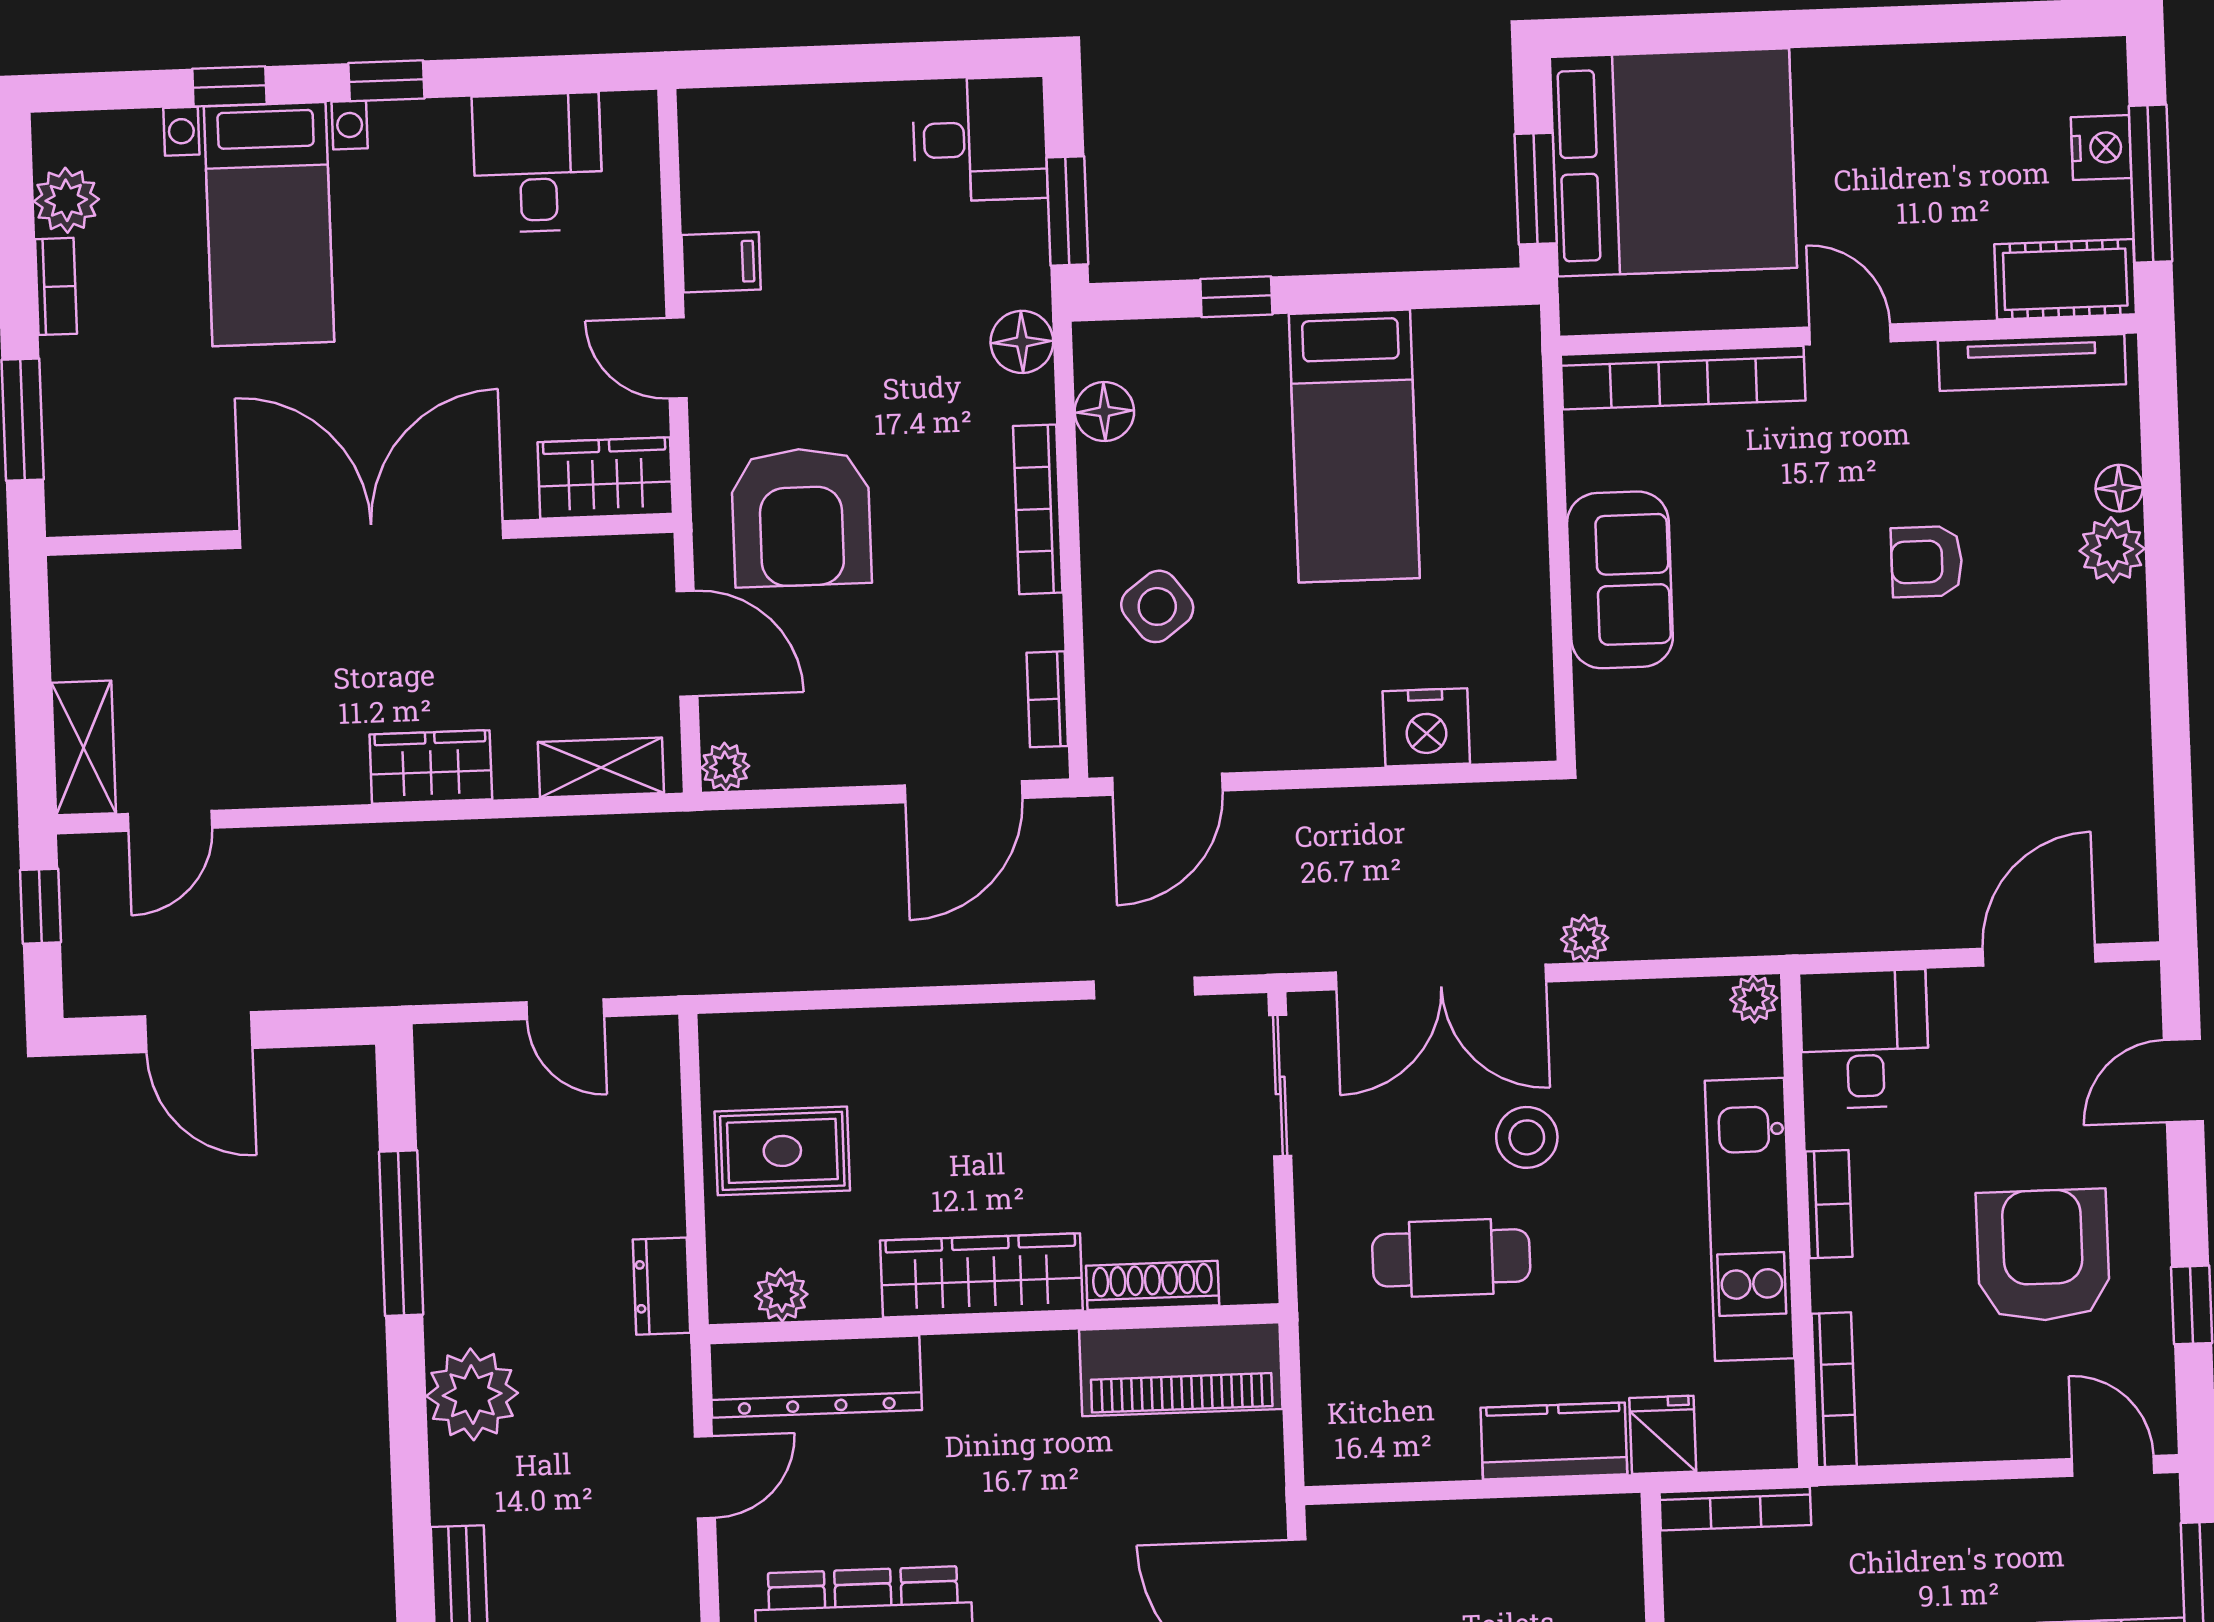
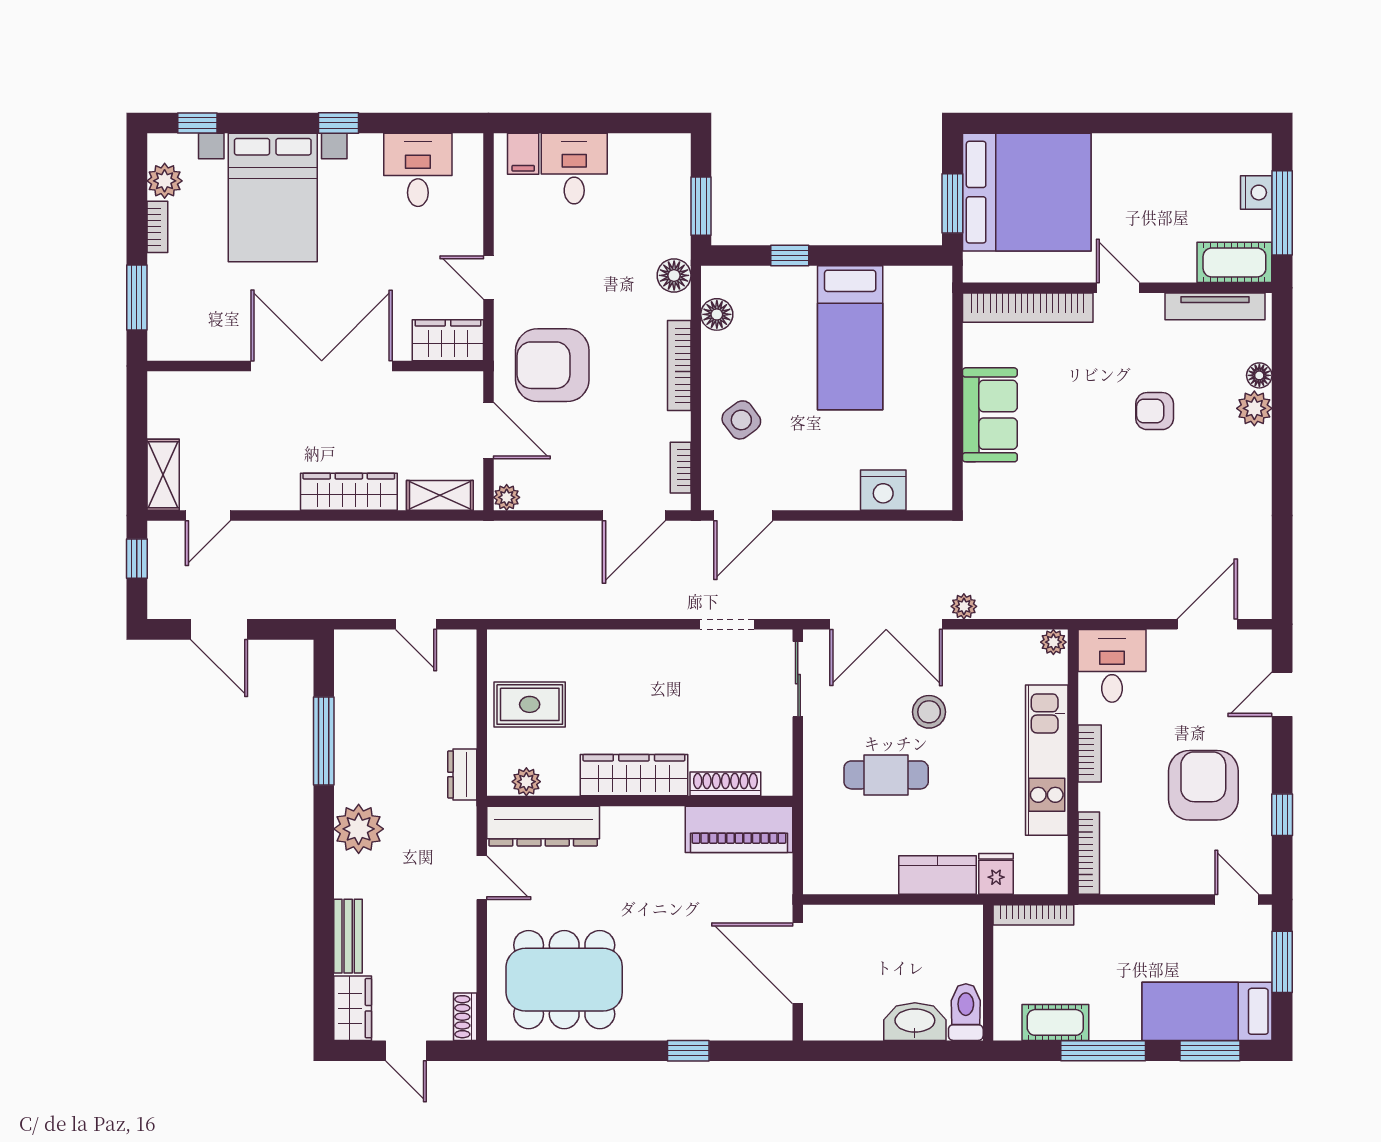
window: (229, 86) -> (197, 123), moved
desk: (980, 139) -> (574, 169), moved, turned -90
bed with nightstands: (269, 224) -> (273, 198), width x1.36
filing cabinet: (721, 262) -> (523, 154), moved, turned 90
armchair: (801, 517) -> (552, 365), turned 90
wardrobe: (431, 767) -> (349, 492), width x1.50
door: (705, 1477) -> (482, 878), hinge flipped

